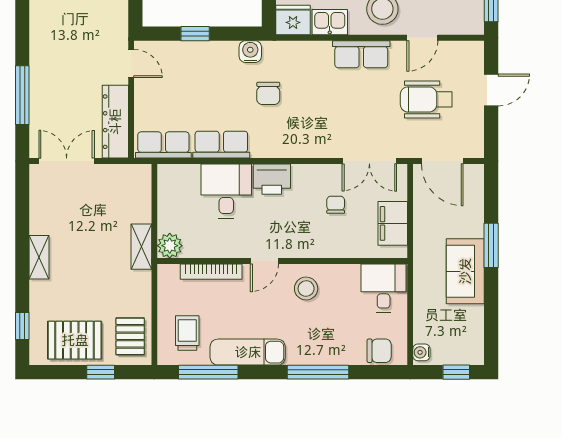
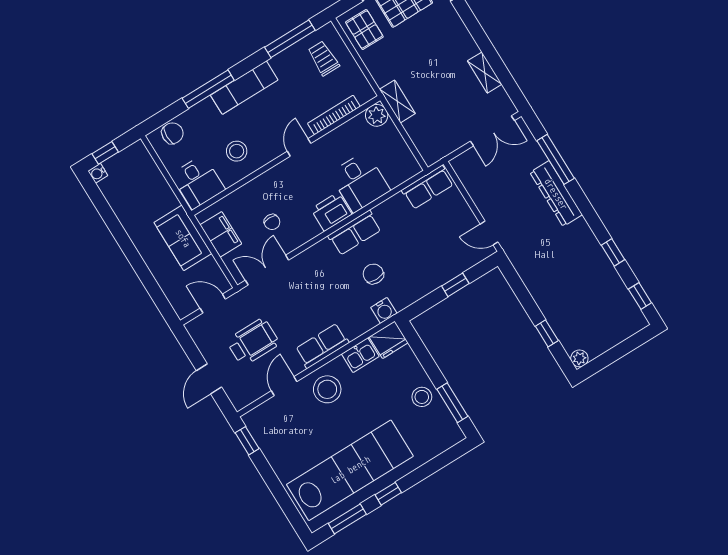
water cooler: (250, 52) -> (384, 310), moved
dresser: (115, 122) -> (556, 194), moved, turned 180
row of seats: (221, 145) -> (355, 233), moved
door: (442, 161) -> (213, 304), width x0.73
window: (491, 245) -> (138, 263), removed
shelving: (39, 257) -> (485, 73), moved
sofa: (465, 271) -> (183, 238), moved, turned 180
stool: (306, 289) -> (237, 151), moved
trolley: (187, 333) -> (323, 58), turned 180
chair: (379, 351) -> (172, 133), turned 180
exam couch: (248, 352) -> (244, 88), moved
water cooler: (421, 352) -> (98, 173), moved, turned 180

